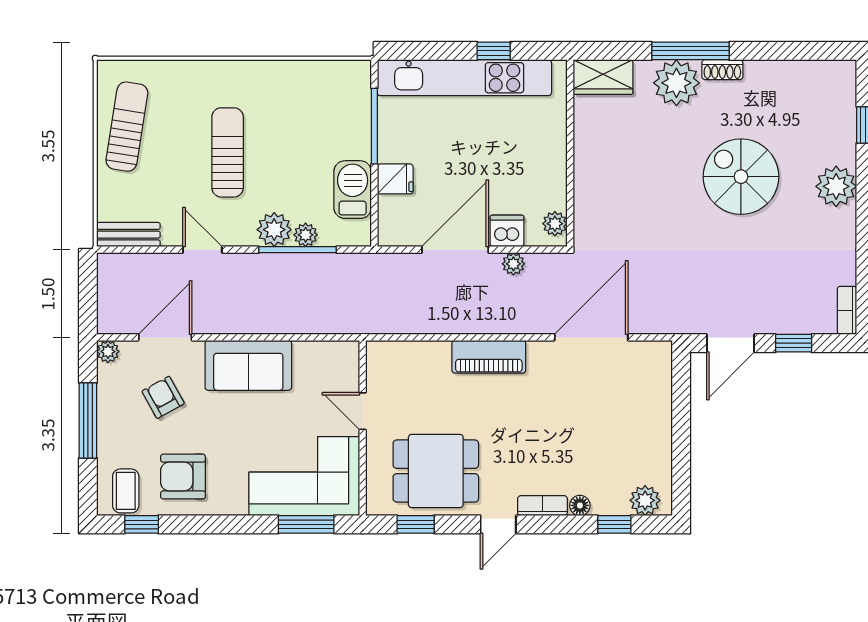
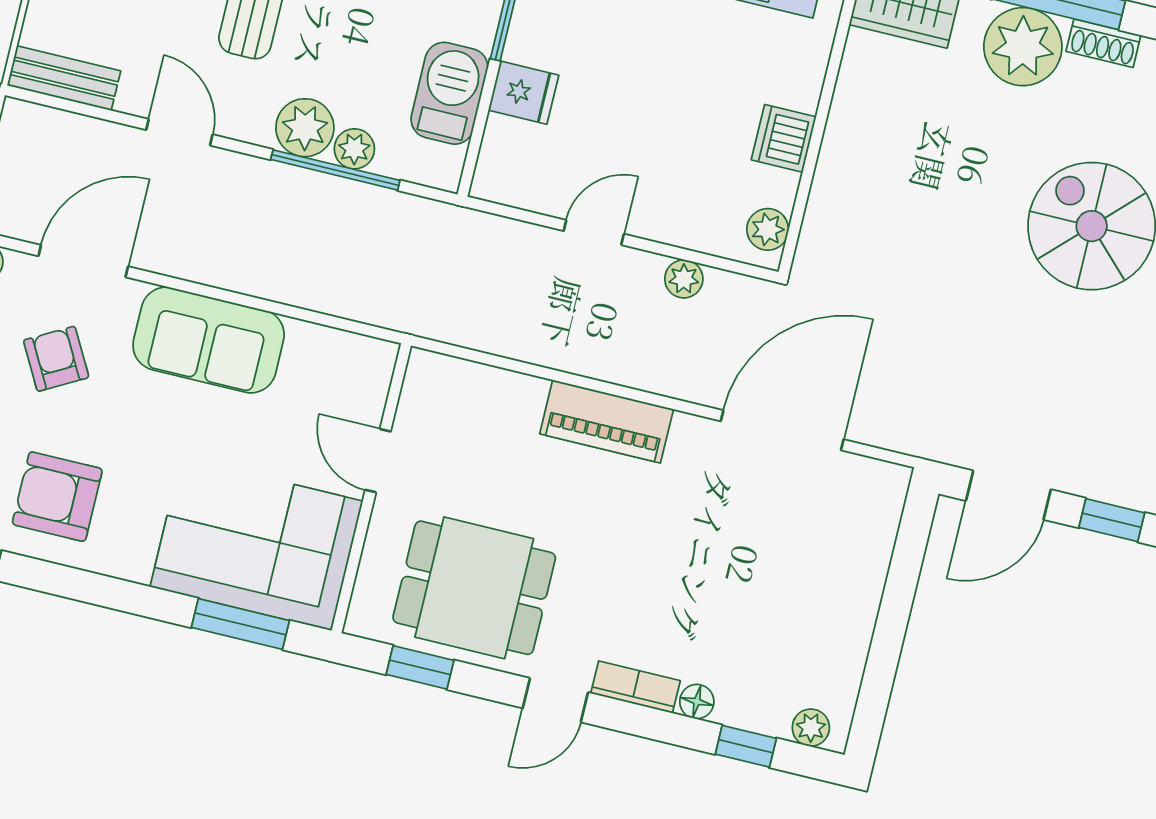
dishwasher: (507, 231) -> (784, 138), moved, turned -90
door: (455, 250) -> (594, 232), width x0.53
plant: (645, 500) -> (811, 728), width x0.73, depth x0.73

